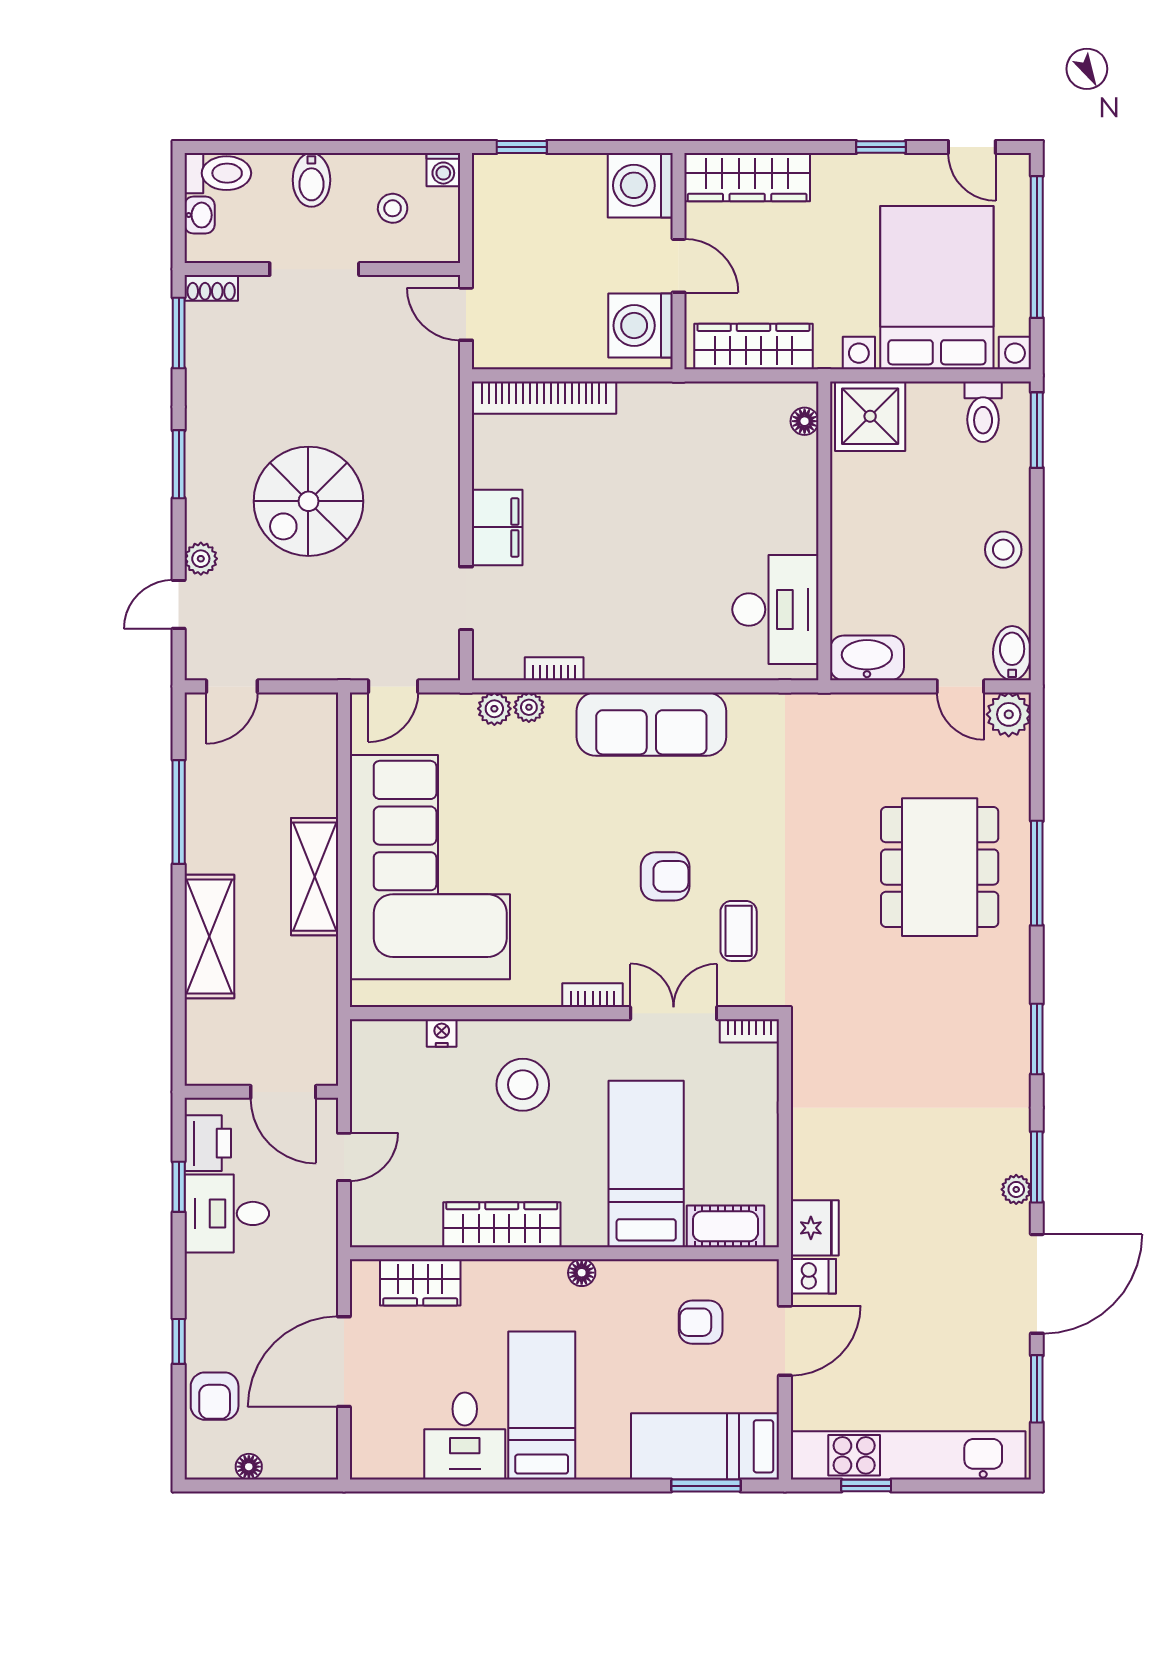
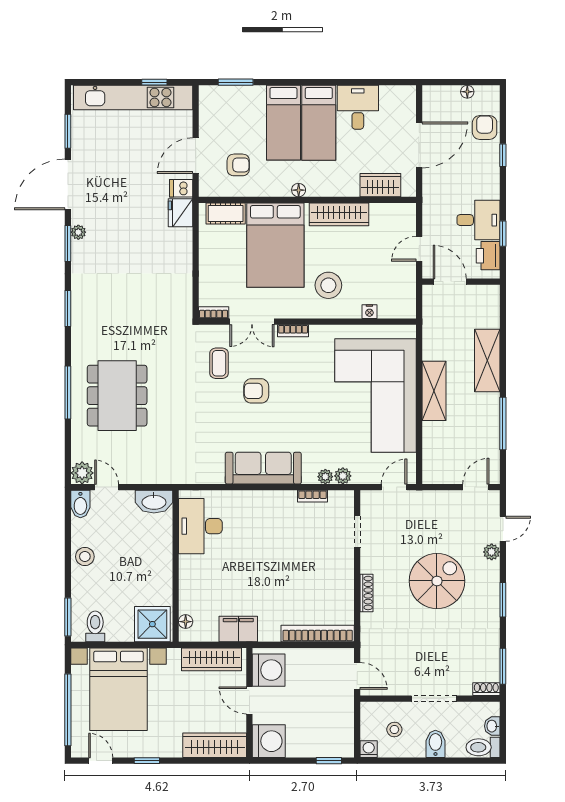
shoe rack: (447, 478) -> (367, 593), added
filing cabinet: (497, 527) -> (238, 629), moved, turned 90
bed: (646, 1164) -> (275, 245), width x1.50
bed: (705, 1446) -> (283, 123), moved, turned 90

